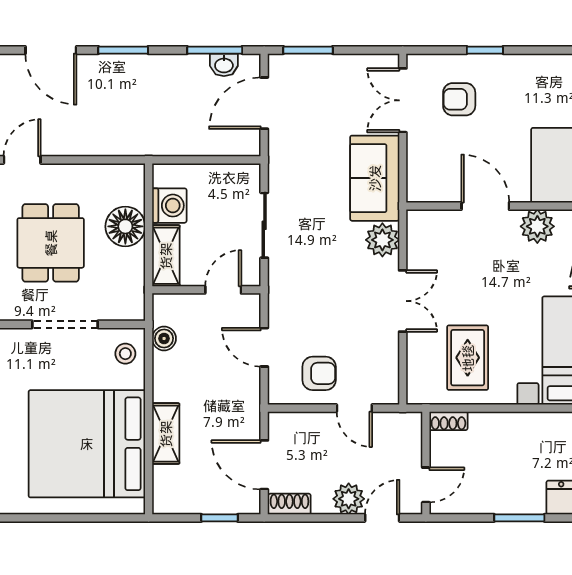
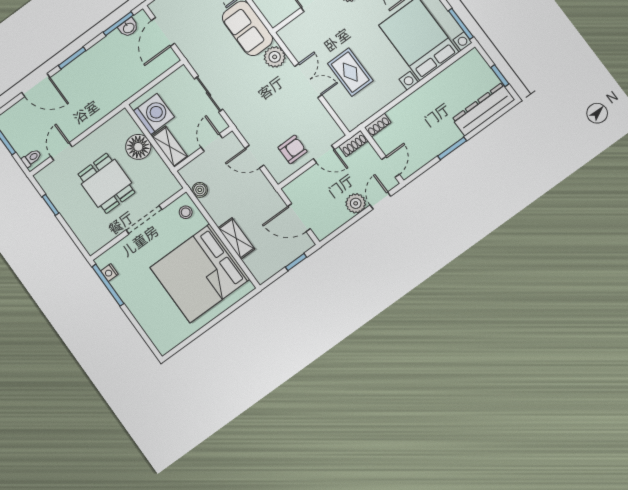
washing machine: (169, 206) -> (154, 114), width x1.37, depth x1.37
rug: (468, 358) -> (350, 72), moved
shoe rack: (289, 504) -> (353, 144), moved, turned 180

